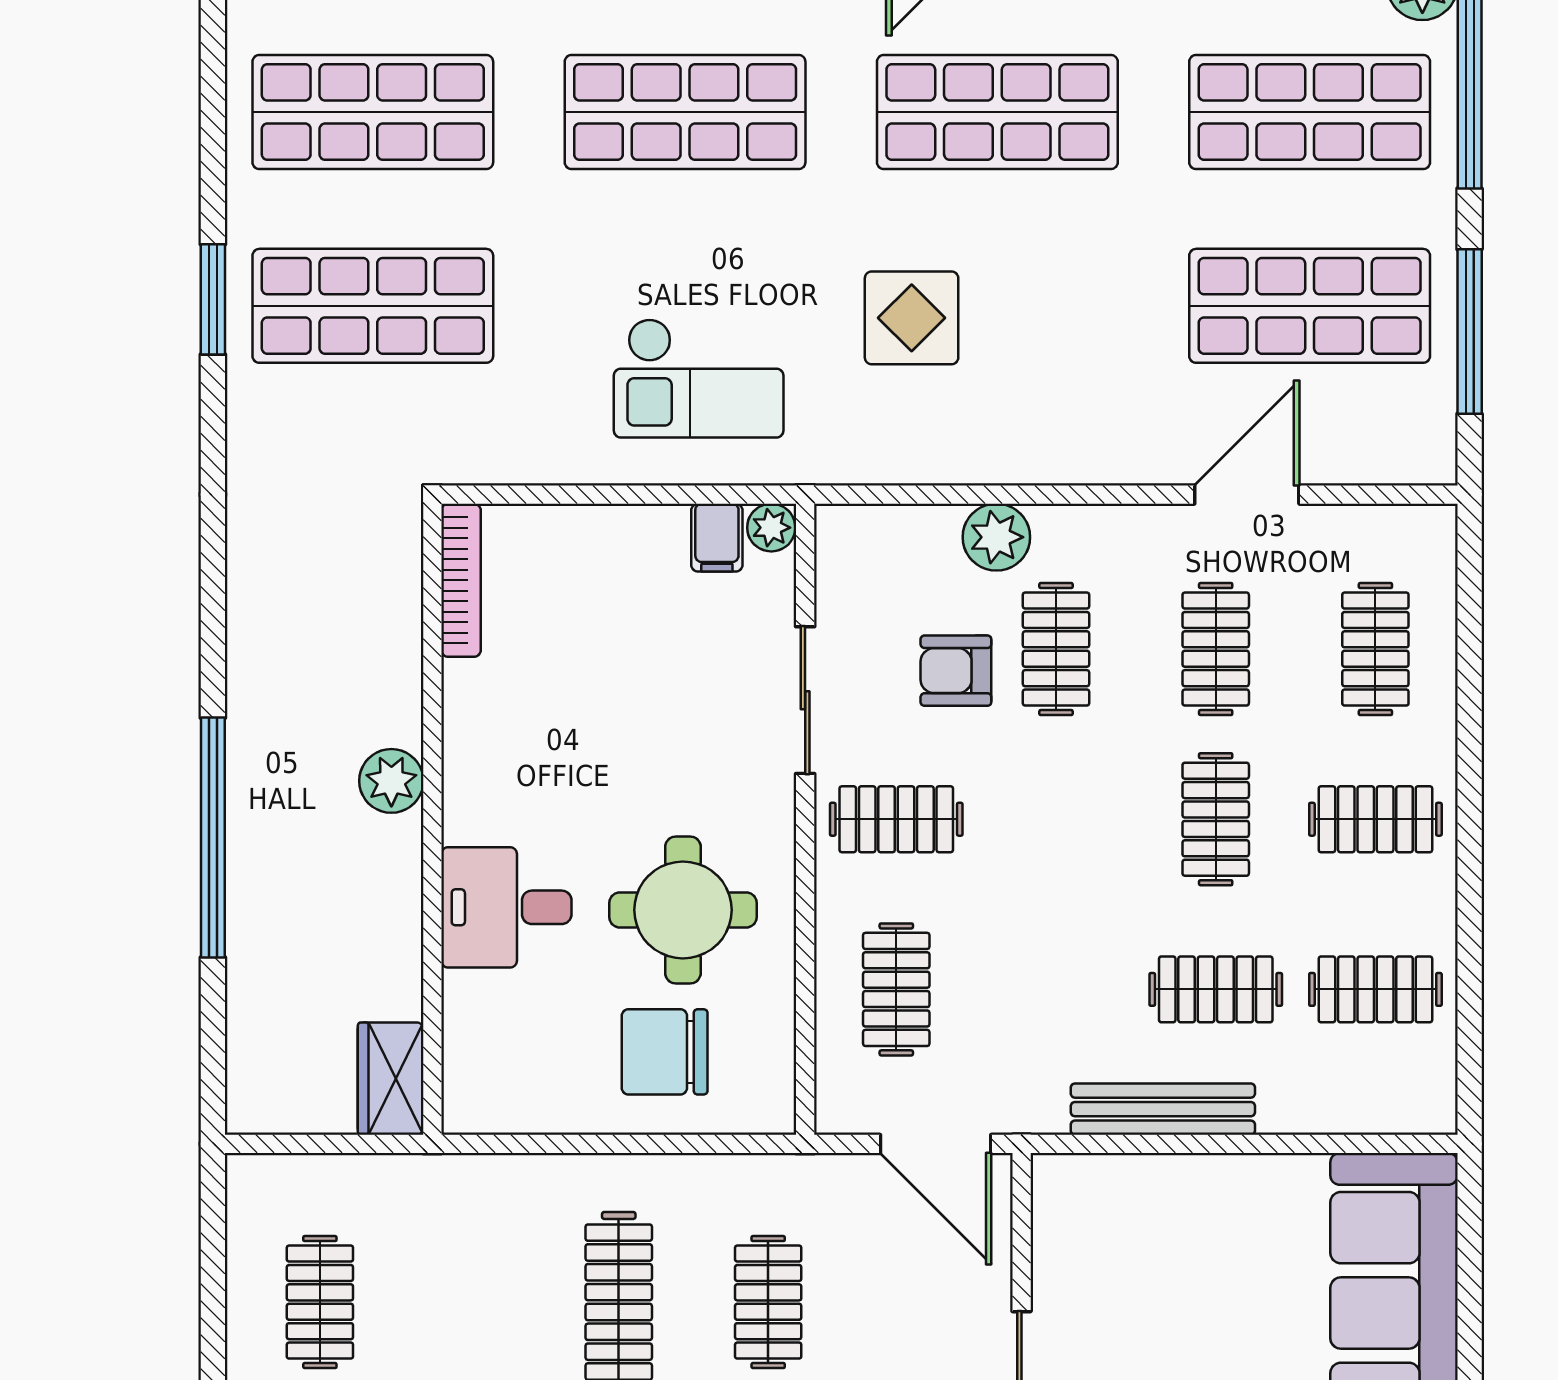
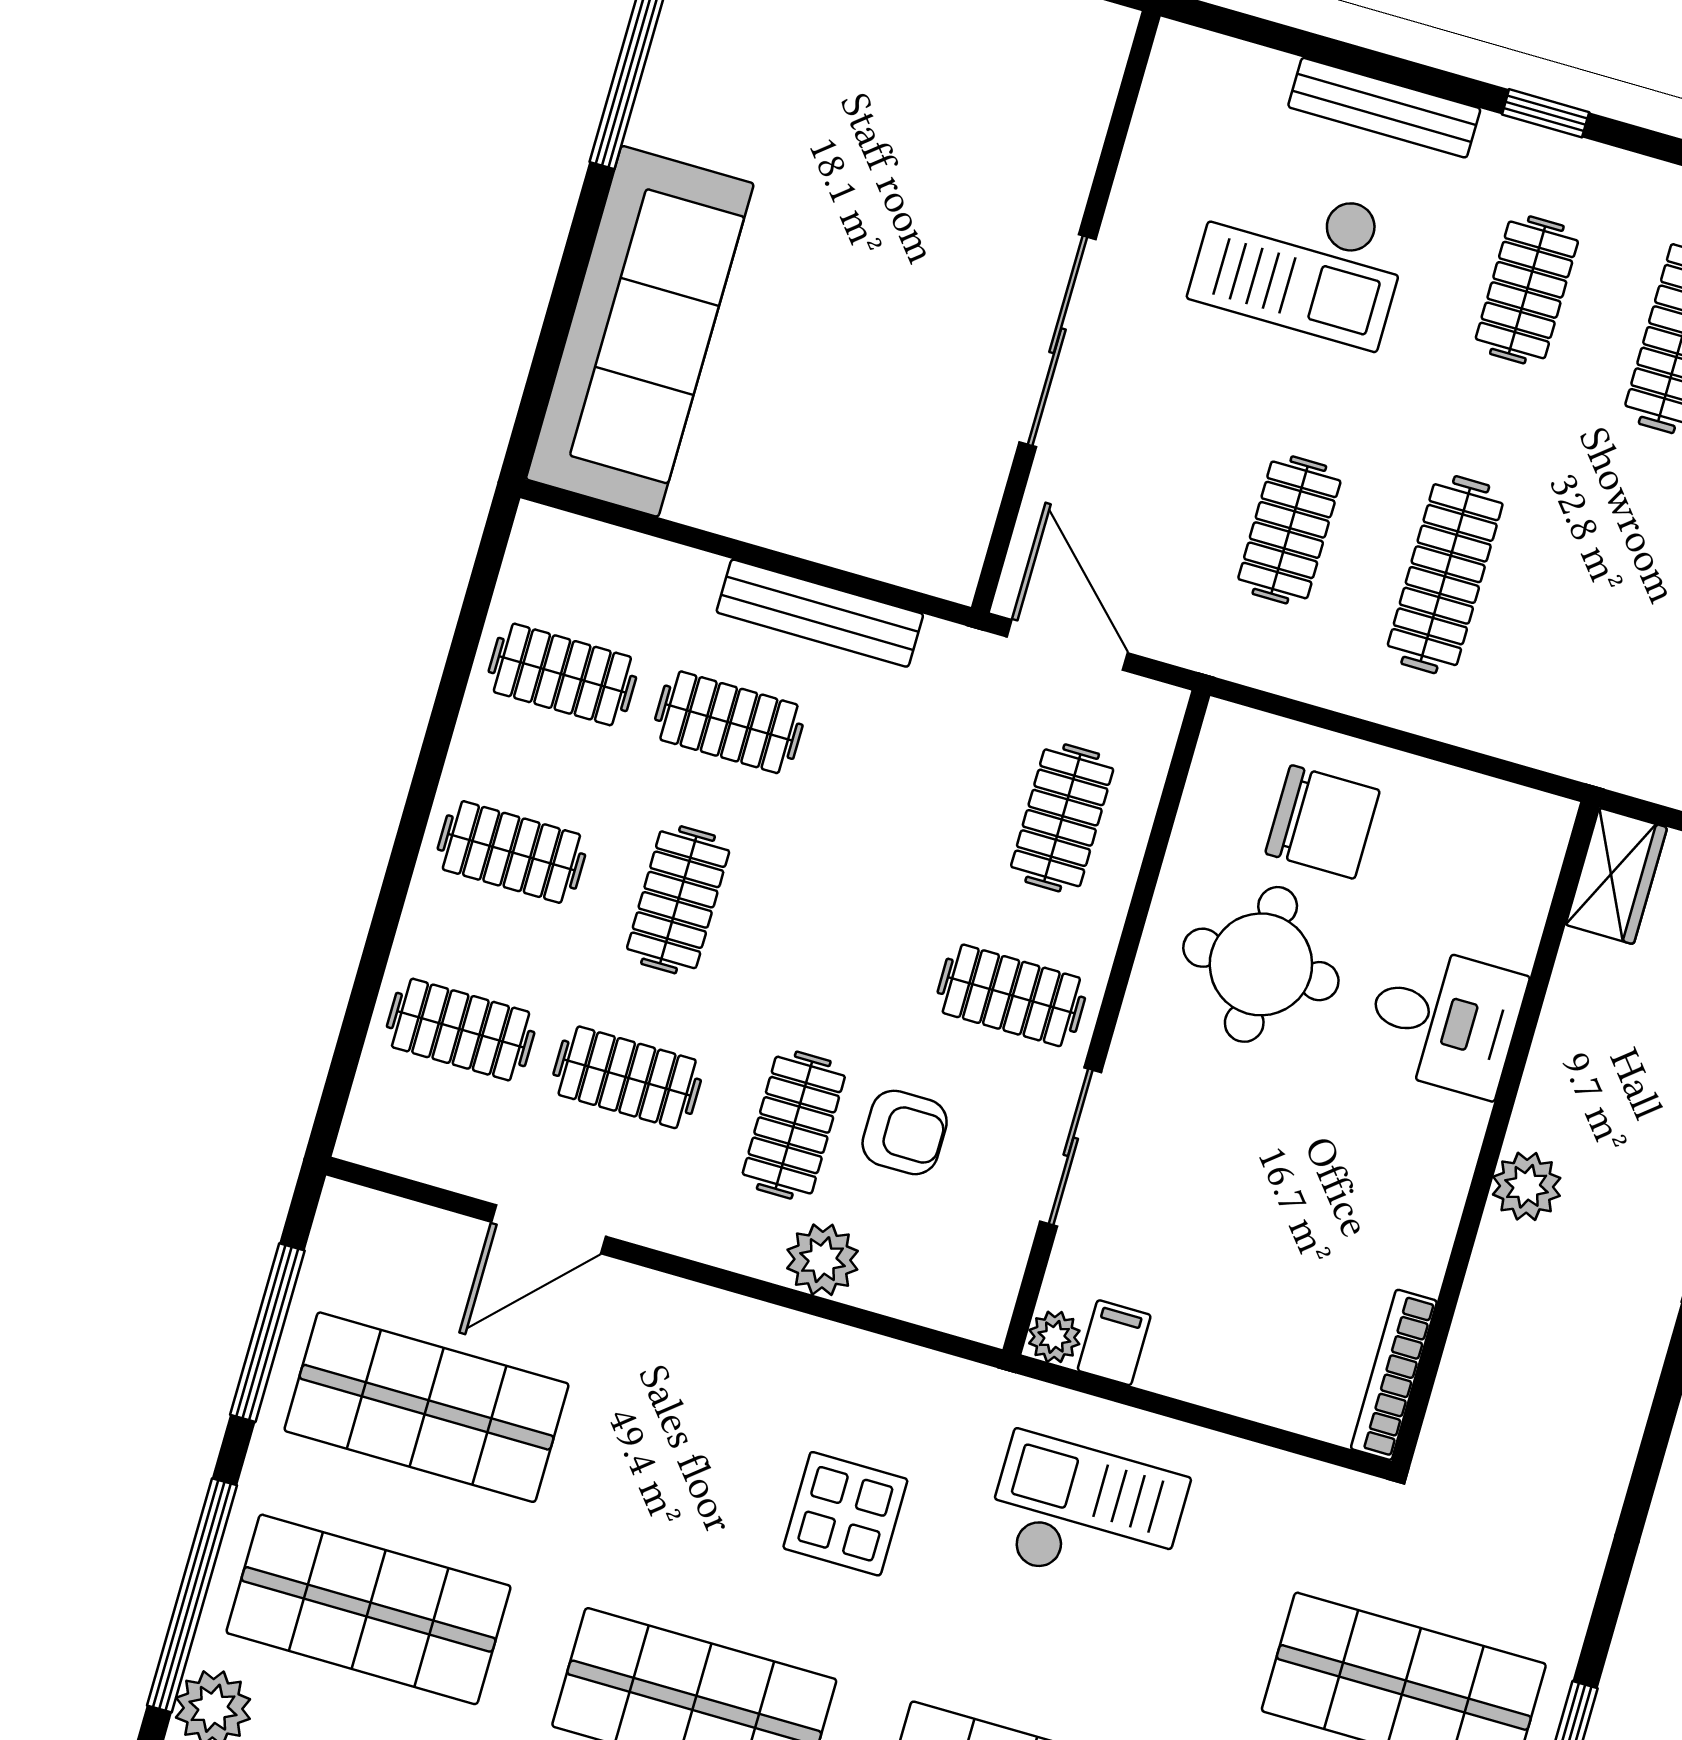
clothes rail: (1216, 649) -> (627, 1077), turned 90
clothes rail: (1375, 649) -> (461, 1030), turned 90

